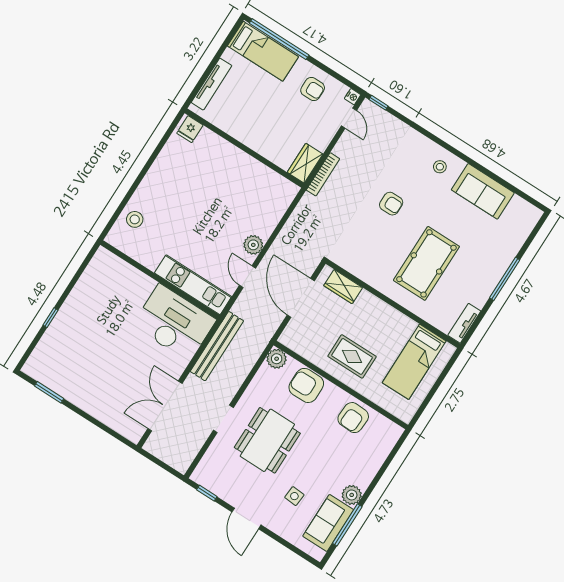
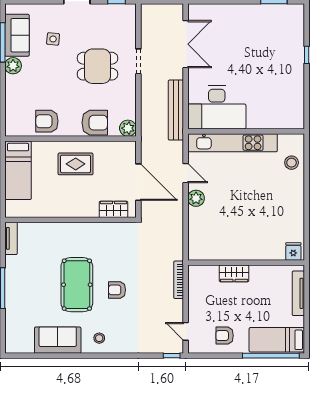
nightstand: (353, 97) -> (193, 348), removed
wardrobe: (305, 163) -> (234, 273), moved, turned 90
pool table: (426, 263) -> (77, 285), moved
kitchen unit: (193, 285) -> (233, 143), width x1.36
bed: (414, 362) -> (18, 170), moved, turned 180
armchair: (353, 418) -> (47, 121), turned -93
dining table: (267, 440) -> (98, 66), width x0.73

